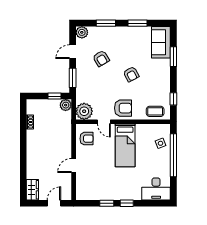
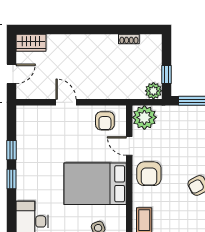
door: (104, 122) -> (129, 146), hinge flipped
bed: (125, 145) -> (95, 184), width x1.50
door: (54, 203) -> (11, 74), hinge flipped

